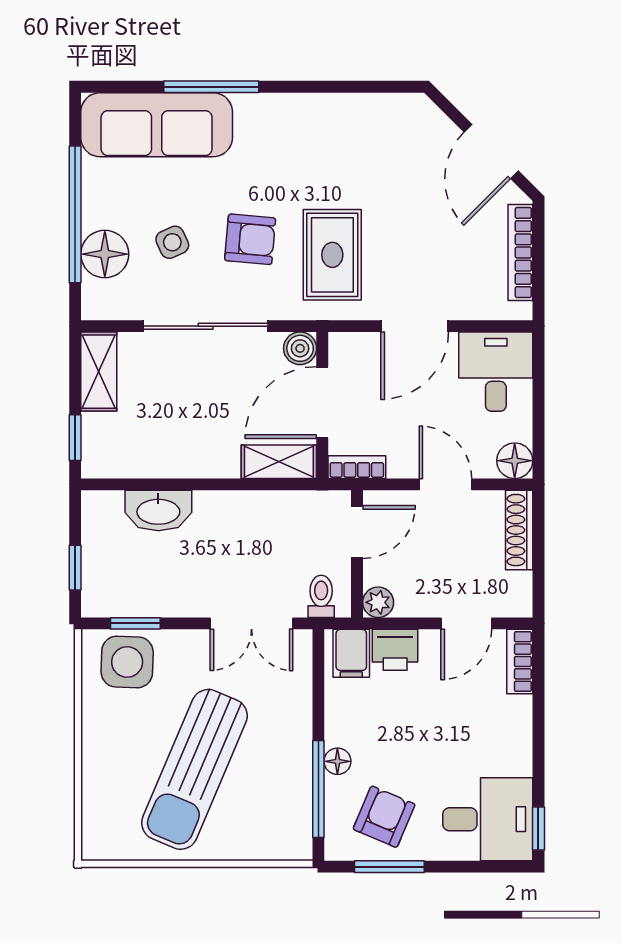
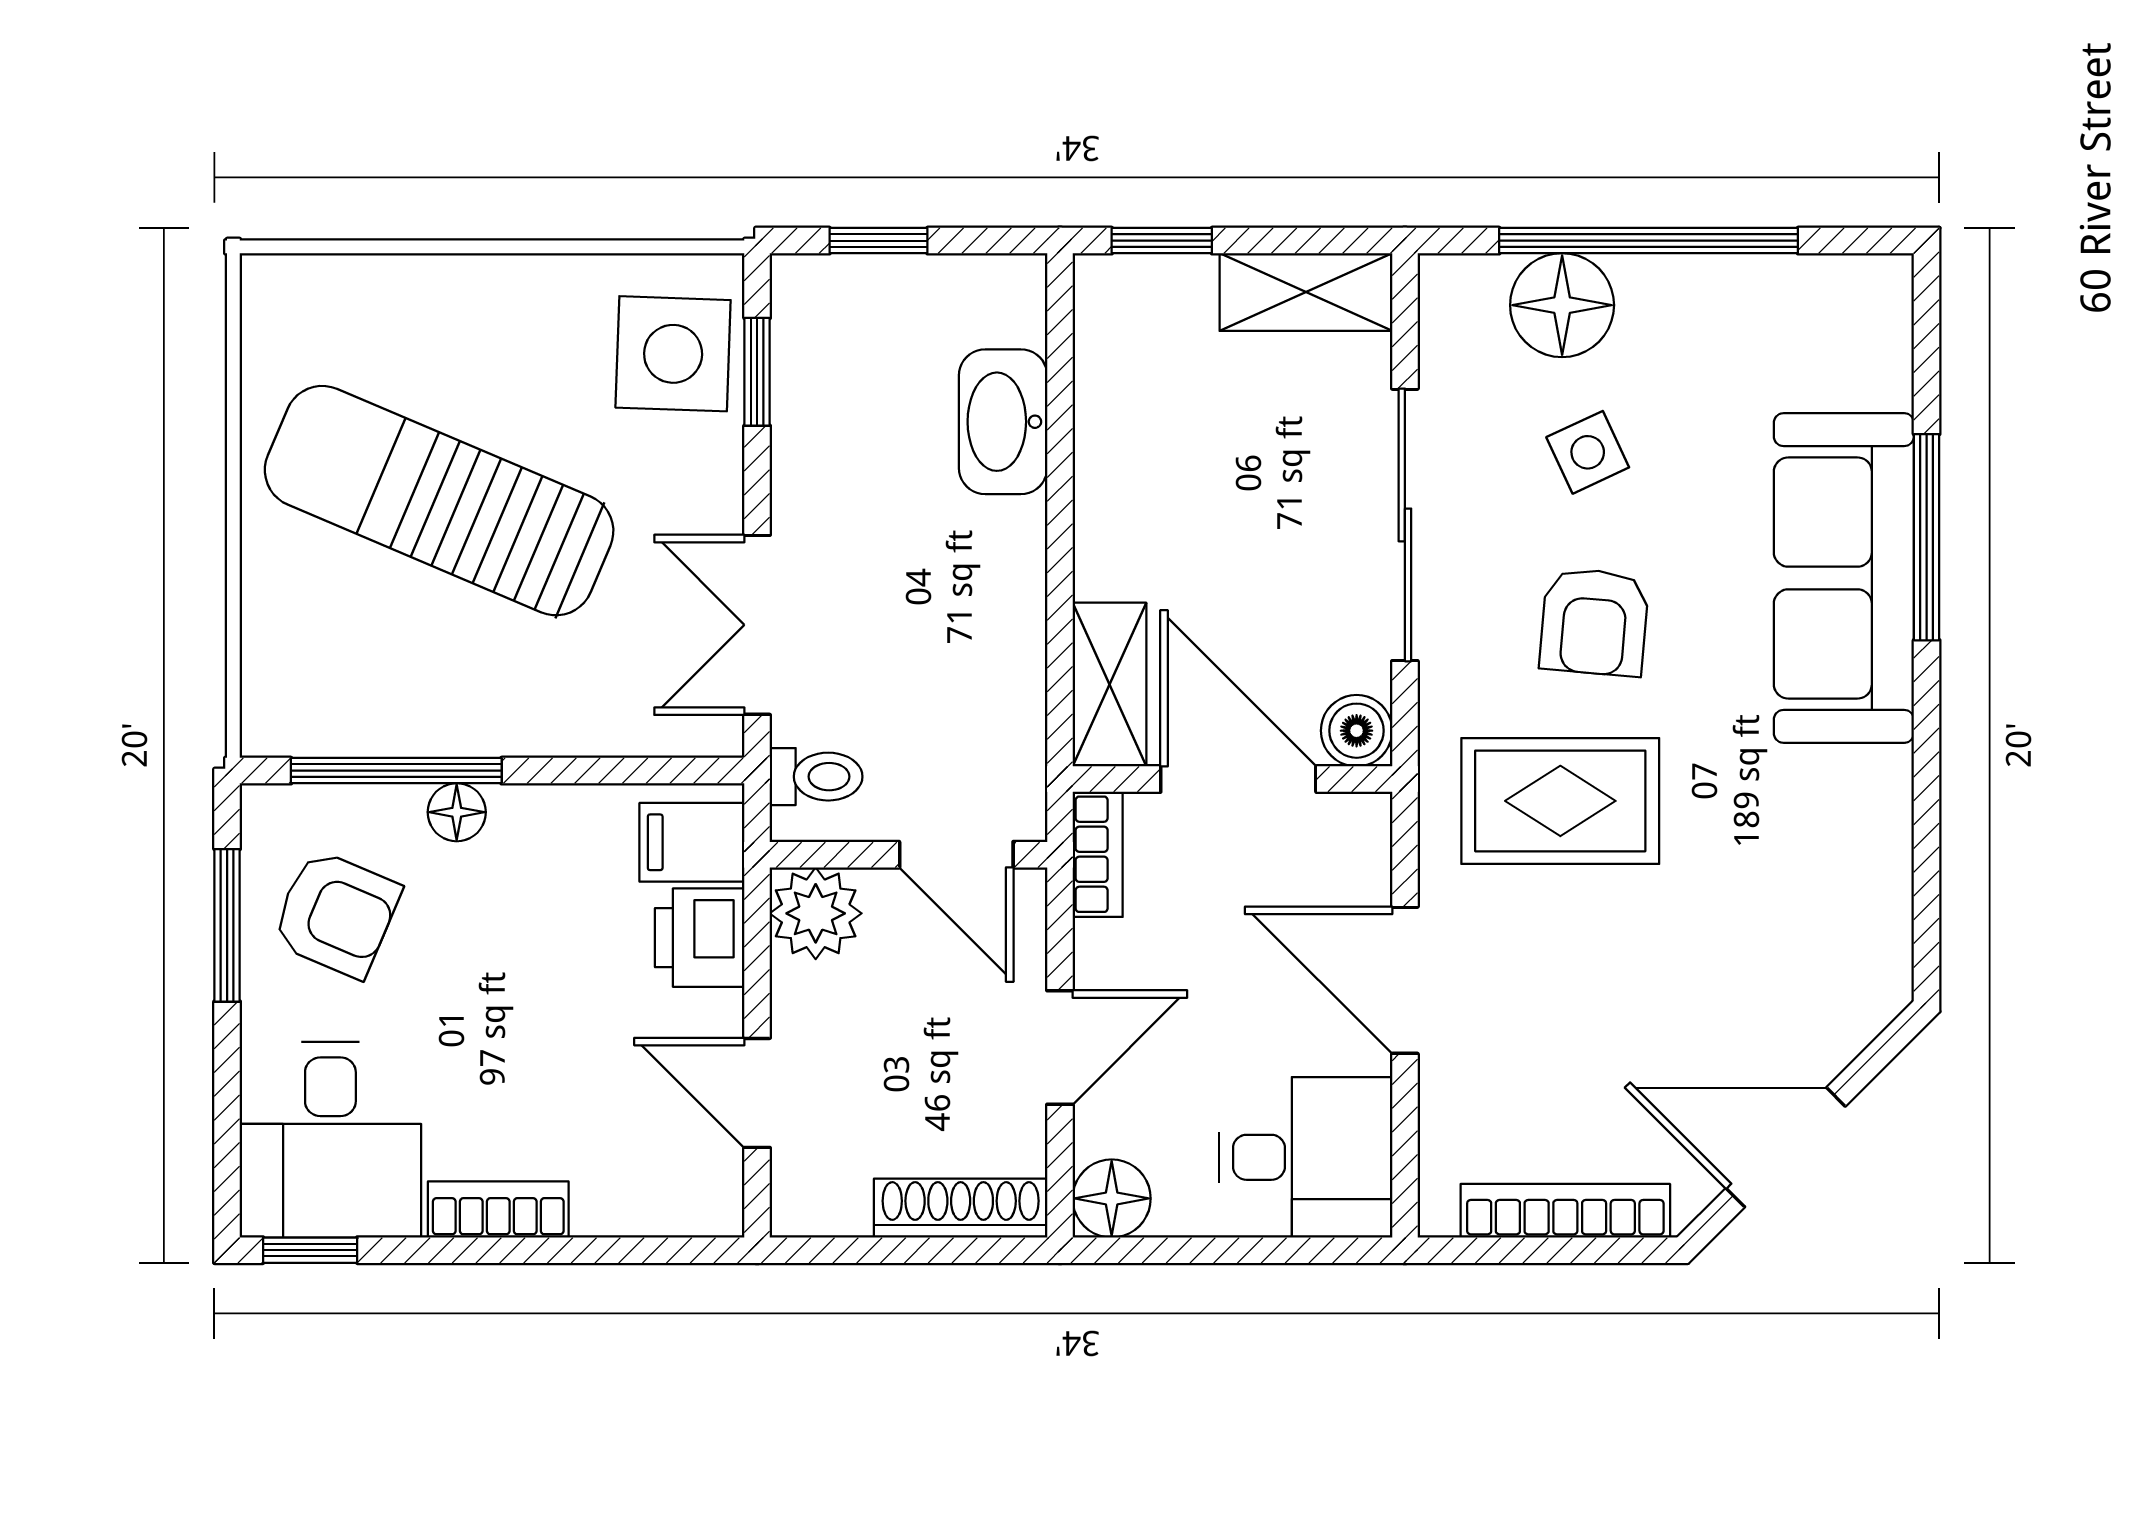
sofa: (157, 125) -> (1844, 578), moved
plant: (378, 602) -> (816, 913), width x1.38, depth x1.38
bookcase: (520, 662) -> (498, 1209), moved

